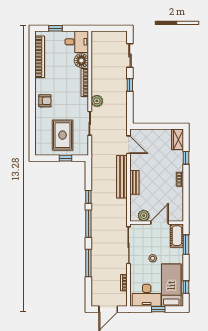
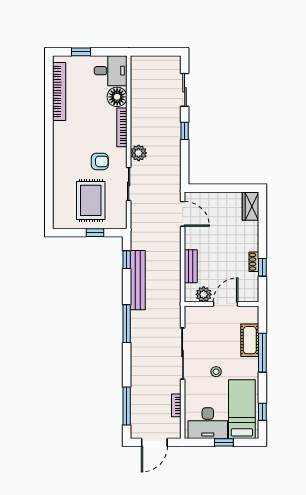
armchair: (45, 101) -> (100, 161), moved
window: (186, 158) -> (262, 267), moved
bench: (122, 177) -> (138, 280), moved
window: (88, 197) -> (127, 260), moved
plant: (144, 216) -> (204, 294), moved
wall: (157, 223) -> (222, 304), moved
door: (159, 223) -> (226, 304), moved
window: (186, 245) -> (262, 353), width x1.44
window: (88, 263) -> (127, 406), moved

